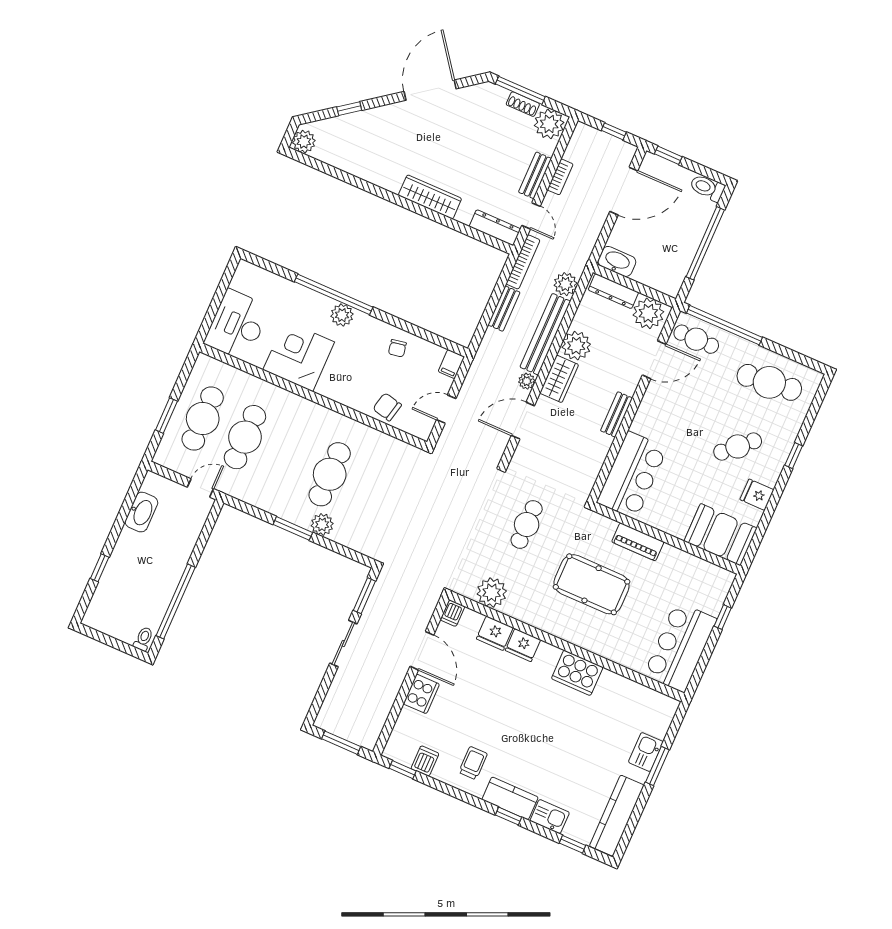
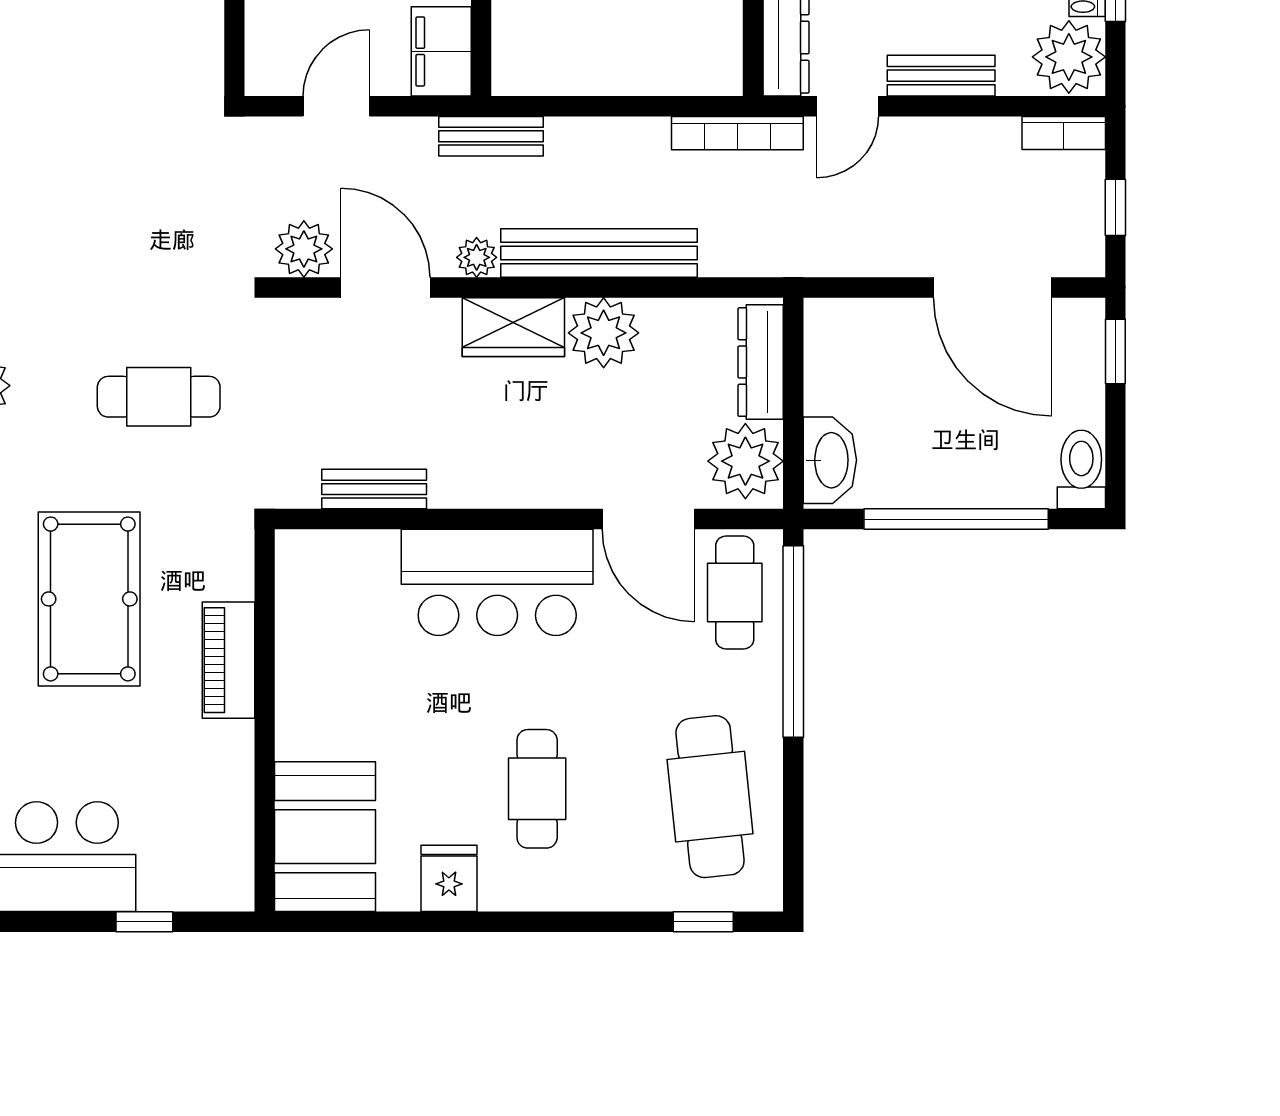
bookcase: (560, 177) -> (1064, 133), moved
washbasin: (617, 261) -> (830, 460), moved
plant: (565, 284) -> (304, 249), moved
bench: (504, 309) -> (491, 136), moved
filing cabinet: (451, 364) -> (441, 51), width x2.00
door: (446, 409) -> (336, 106), hinge flipped
bench: (617, 414) -> (374, 489), moved
cafe table: (738, 446) -> (537, 789), turned 43
window: (794, 456) -> (703, 922), moved
bar counter: (632, 475) -> (497, 582), moved

